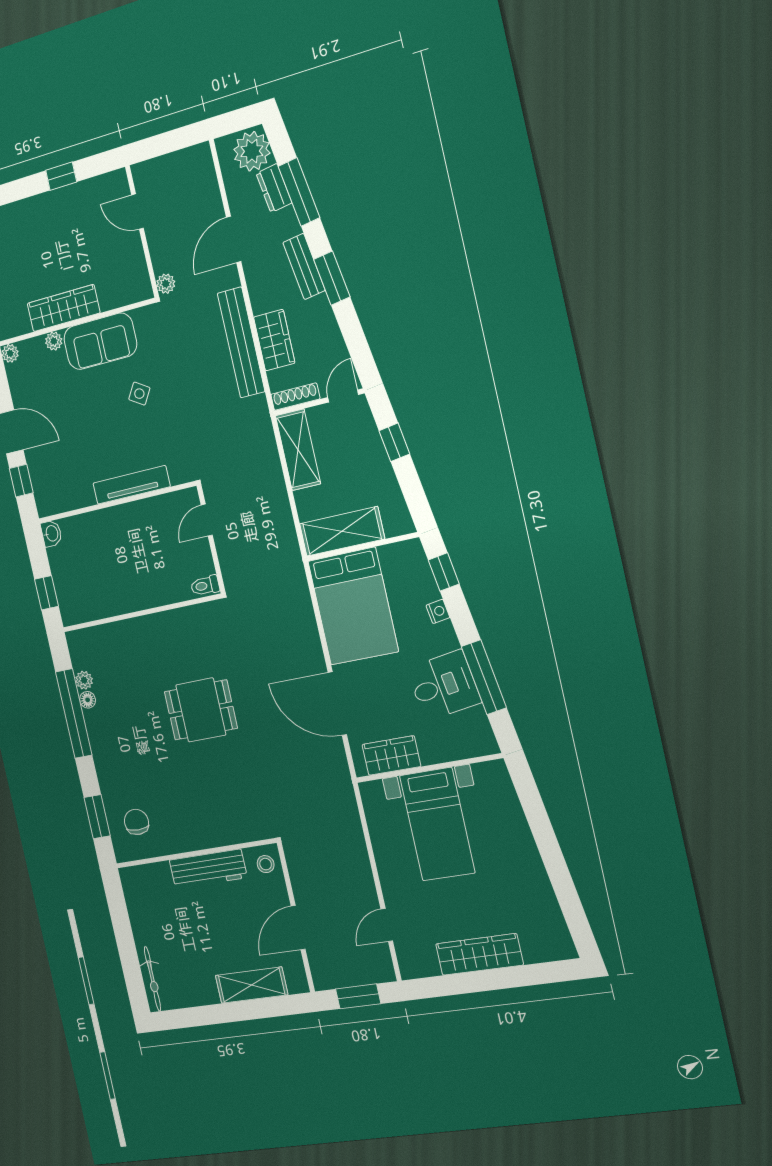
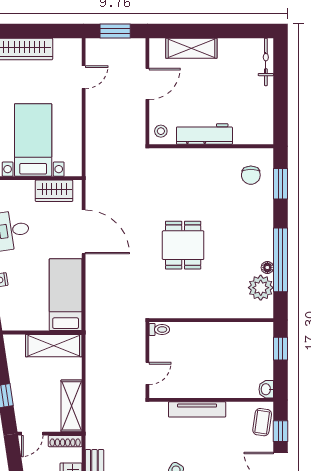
coffee table: (46, 487) -> (262, 422), added
bed: (353, 606) -> (66, 295), width x0.67
plant: (84, 680) -> (261, 288), width x1.87, depth x1.87
dining table: (201, 710) -> (183, 245), turned 90

